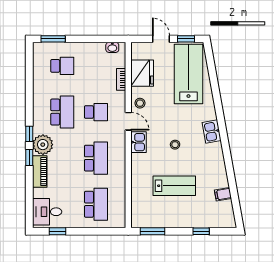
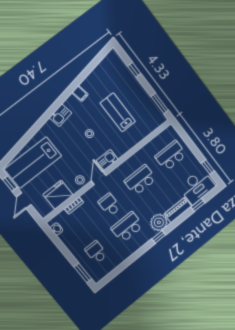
window: (29, 157) -> (198, 205), moved
filing cabinet: (223, 194) -> (80, 93), moved
desk: (47, 212) -> (197, 187), width x1.37

